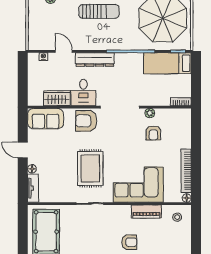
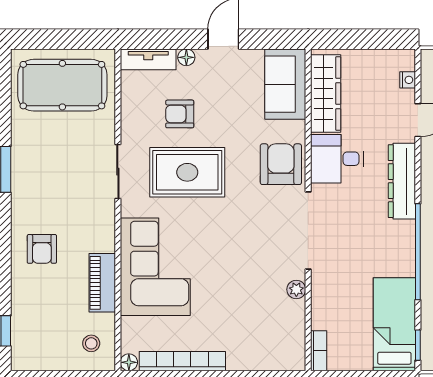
wardrobe: (57, 98) -> (326, 93), width x1.50
armchair: (153, 133) -> (180, 114), moved

